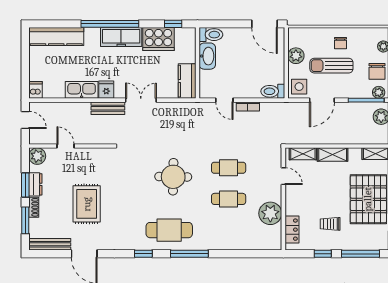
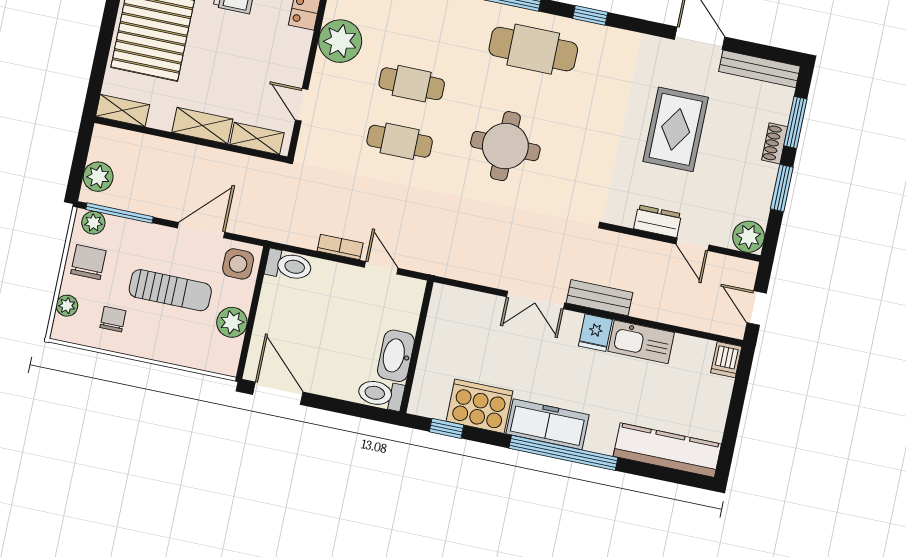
chair: (341, 43) -> (113, 319), moved
kitchen counter: (187, 81) -> (443, 317), removed
dresser: (35, 184) -> (658, 221), moved, turned 90

